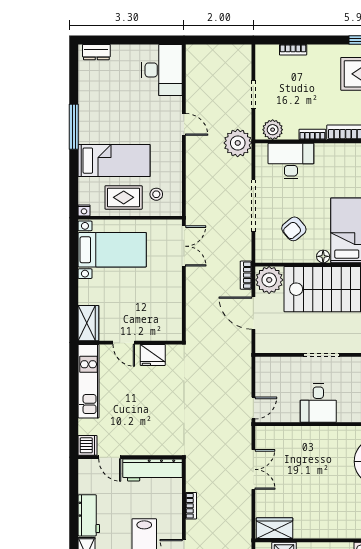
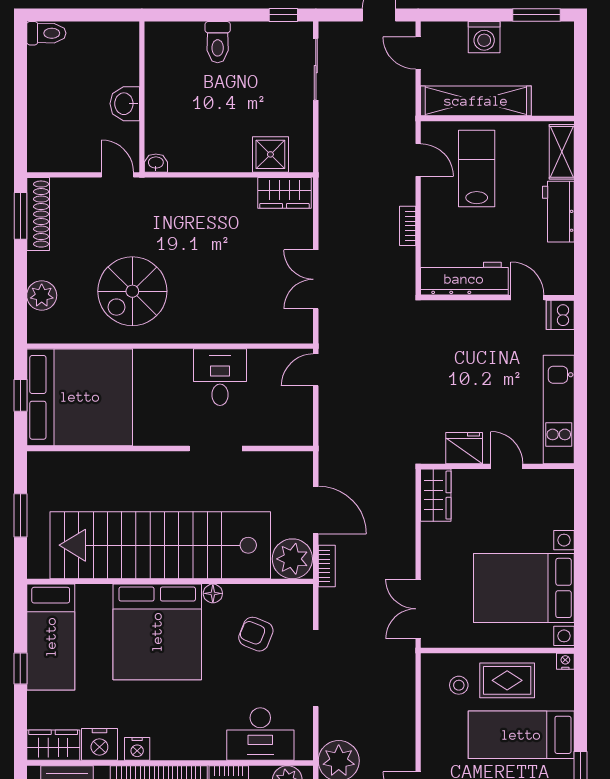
armchair: (294, 229) -> (256, 634), turned -118
bed with nightstands: (112, 250) -> (524, 588), width x1.36
wardrobe: (88, 323) -> (436, 495), moved, turned 180

